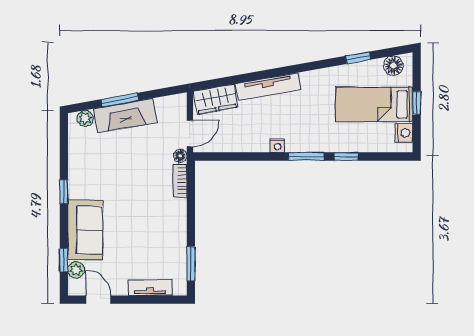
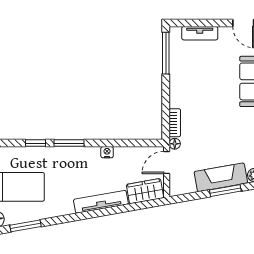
window: (358, 58) -> (25, 226), width x1.50
nightstand: (277, 146) -> (107, 152), moved
window: (191, 264) -> (166, 53), width x1.44

